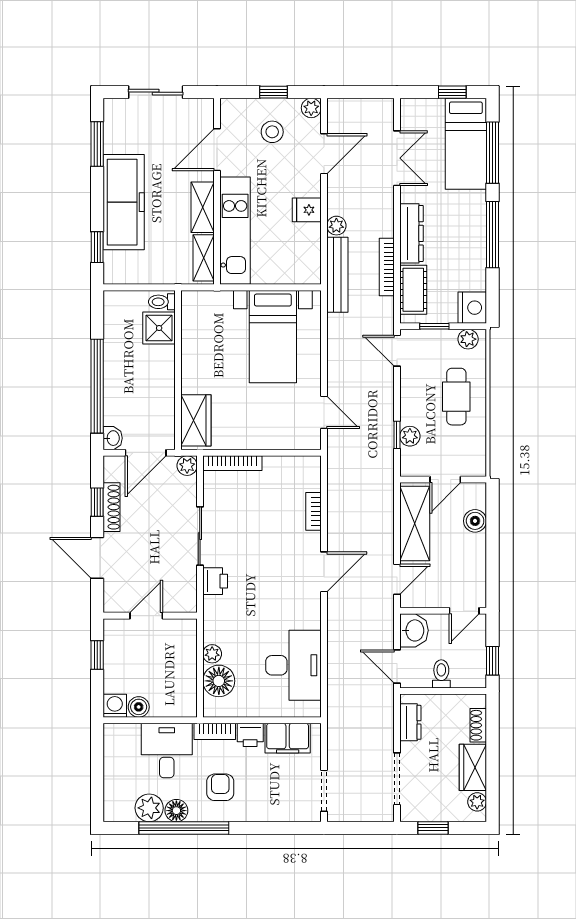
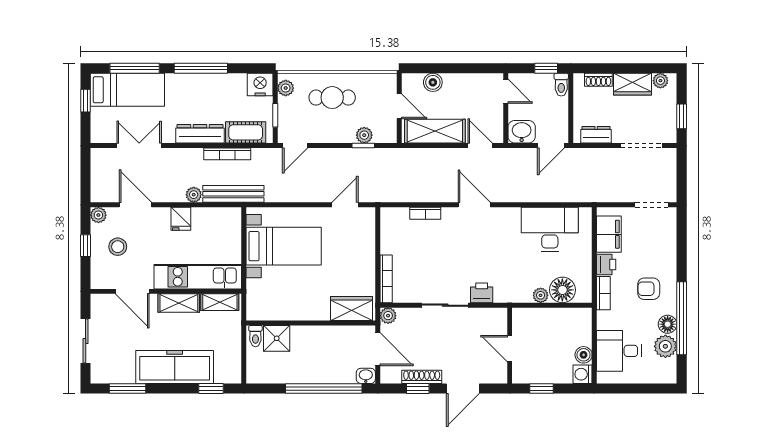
toilet: (441, 674) -> (561, 85), moved, turned -90
desk: (167, 750) -> (619, 351), moved

